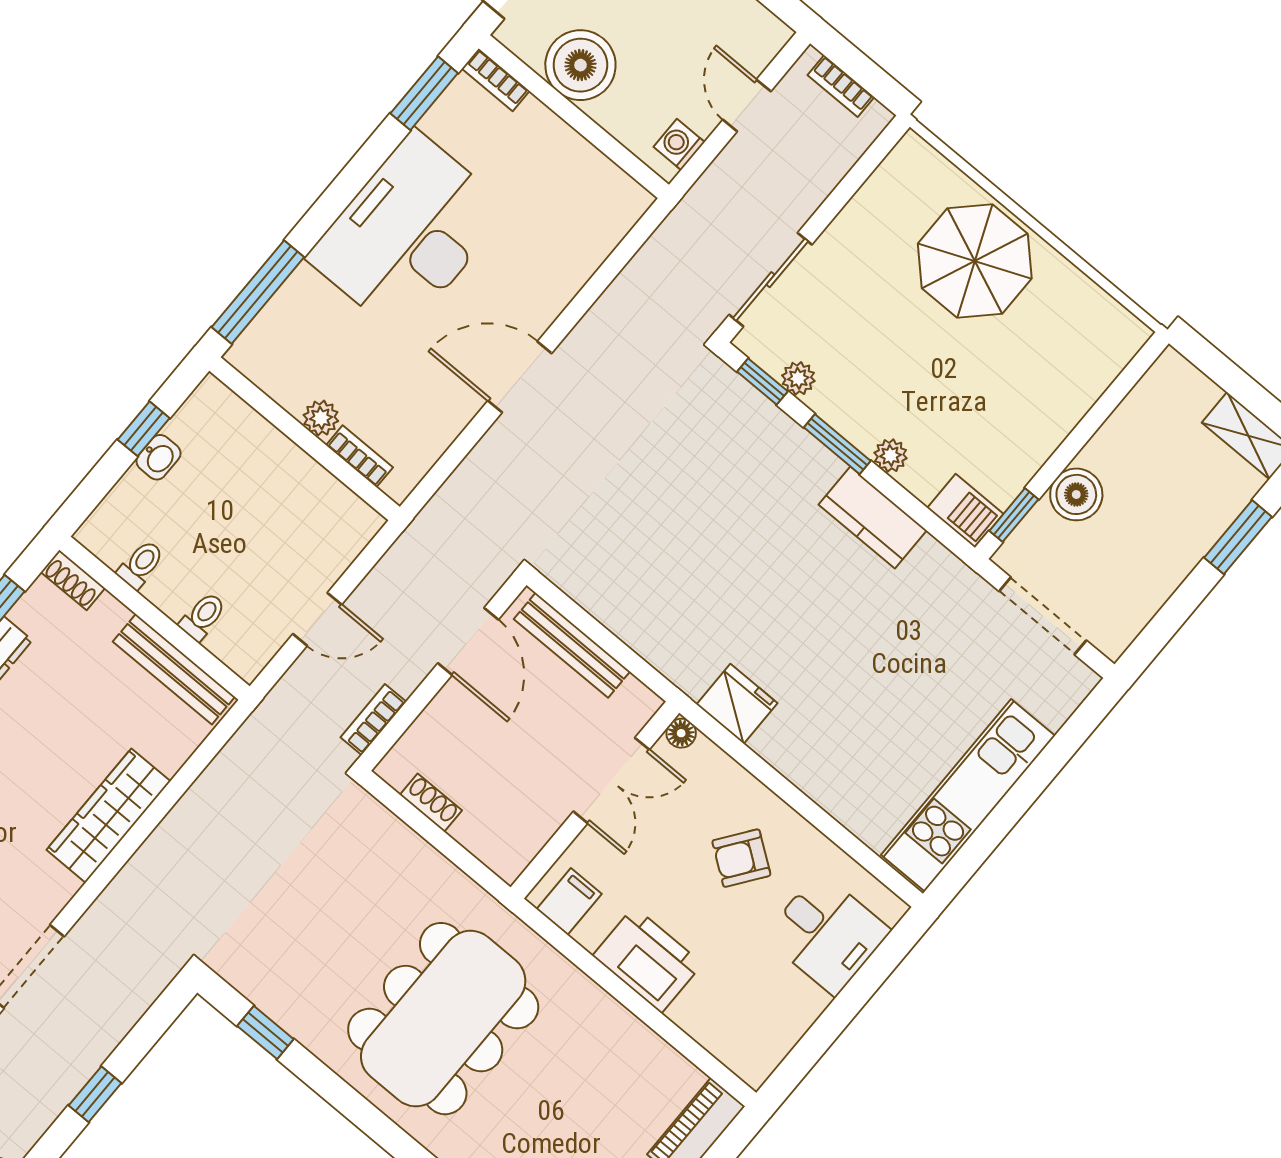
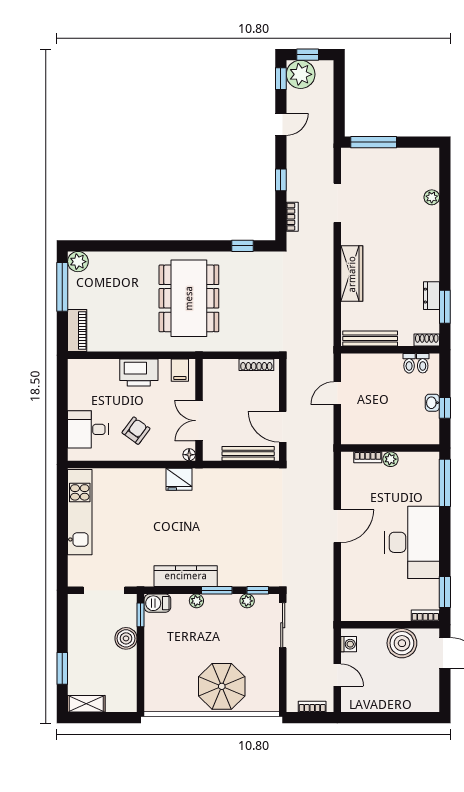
kitchen counter: (873, 517) -> (186, 576), width x1.50
toilet: (203, 616) -> (423, 363), moved
bookcase: (373, 719) -> (292, 217), moved
shoe rack: (431, 803) -> (256, 365), width x1.43

